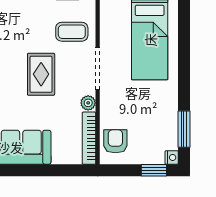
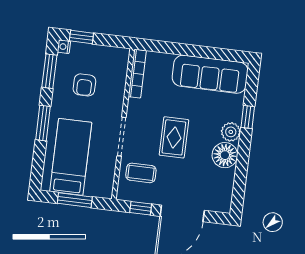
window: (184, 72) -> (43, 123), added
plant: (88, 103) -> (134, 106), removed
armchair: (115, 141) -> (84, 85), moved

